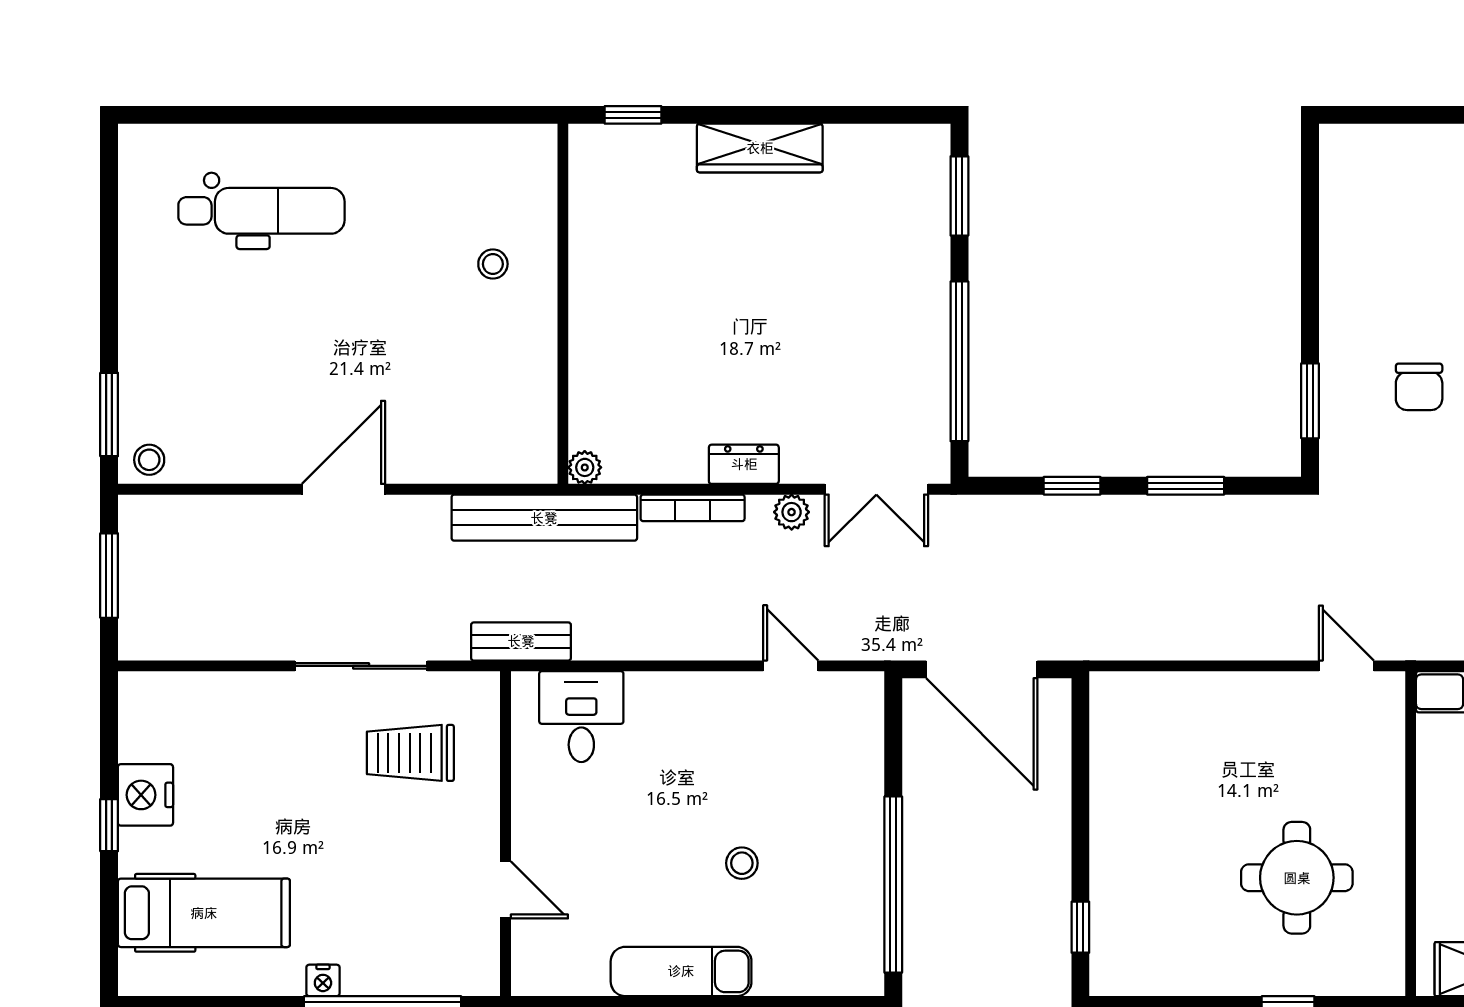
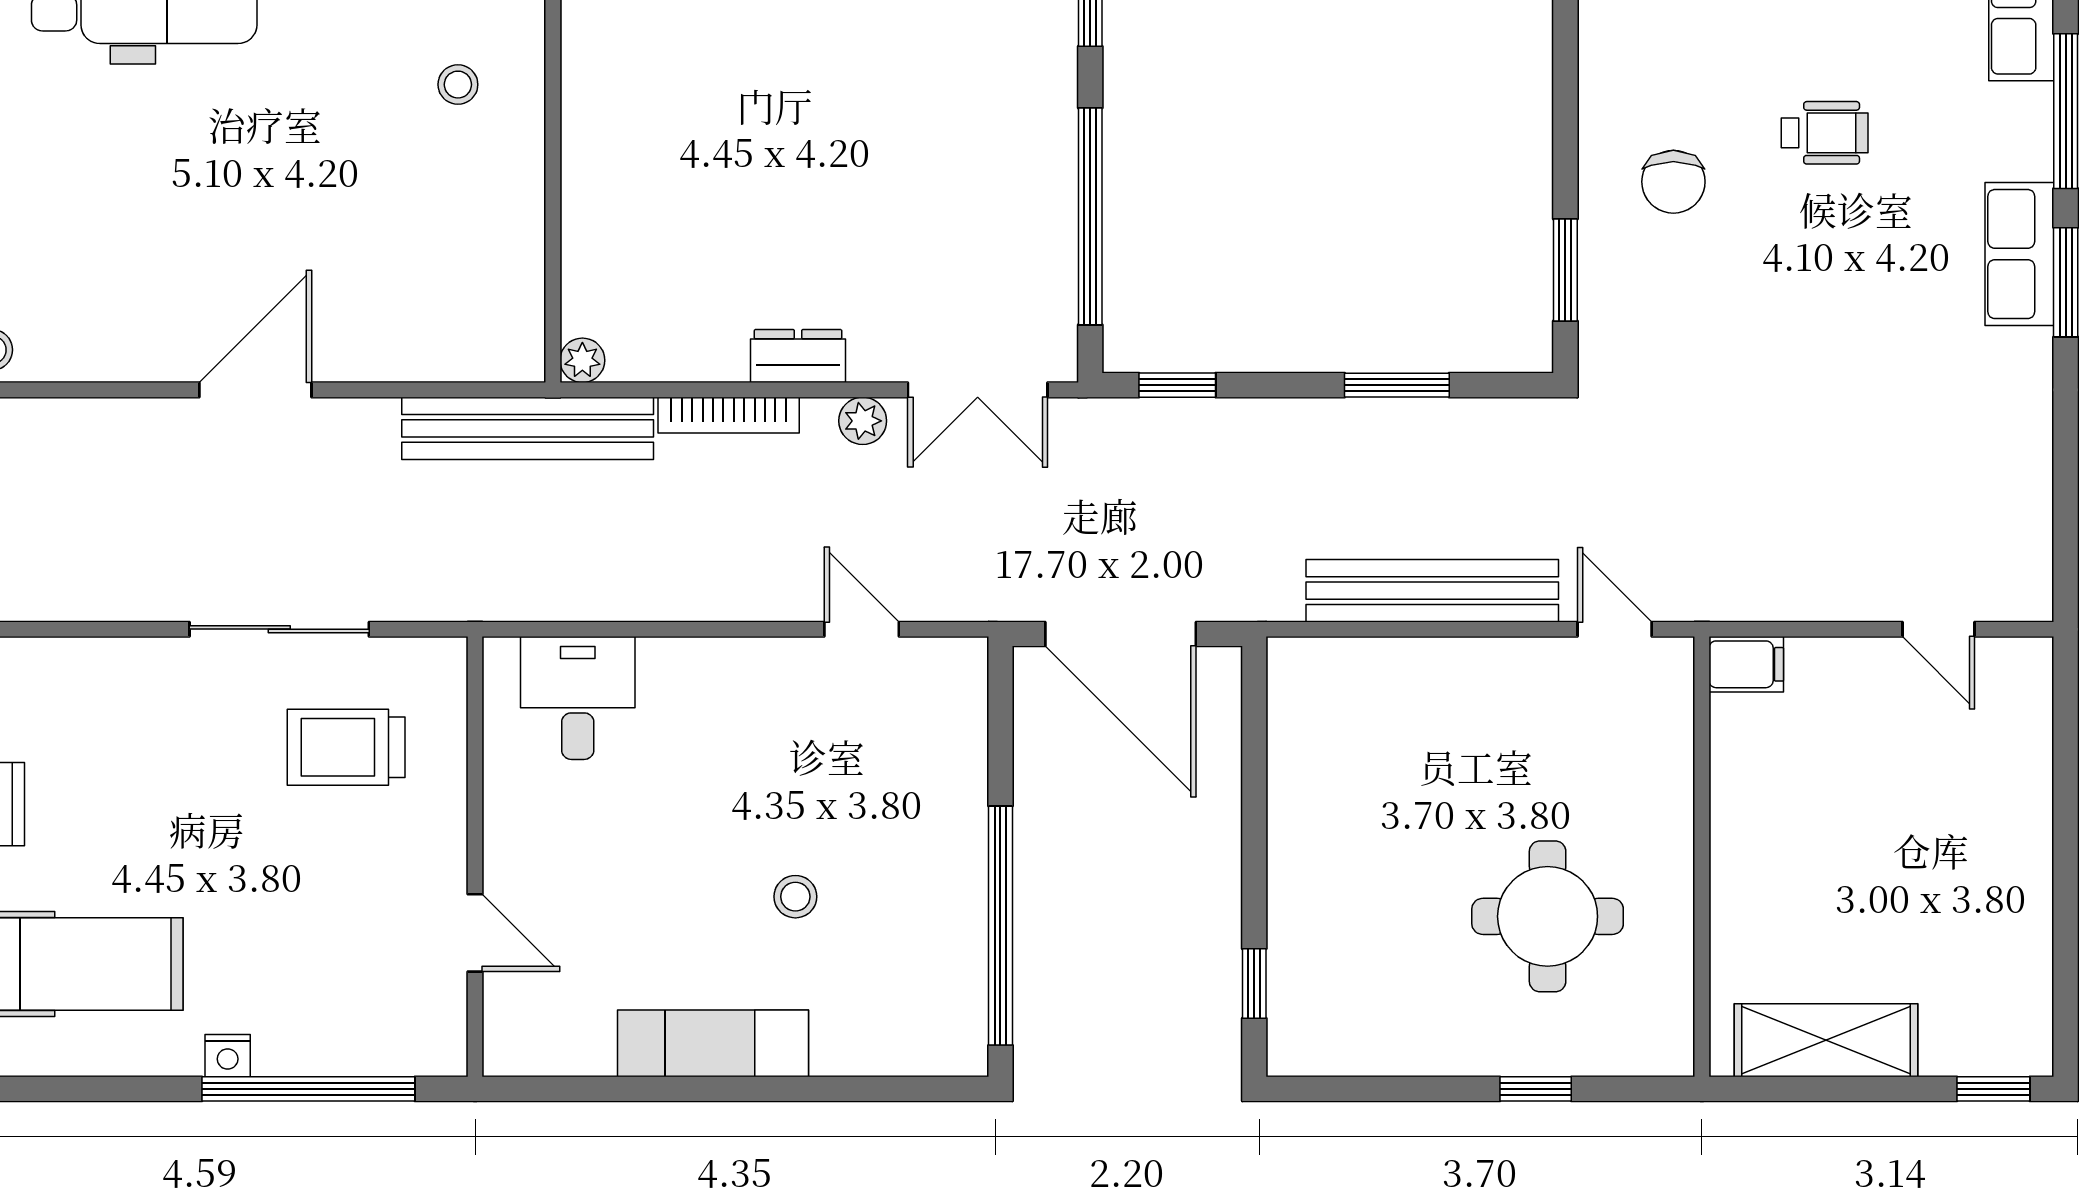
chair: (1419, 387) -> (1673, 182), moved
window: (1072, 486) -> (1177, 385), moved
bench: (521, 641) -> (1432, 591), moved, width x1.86, depth x1.21

